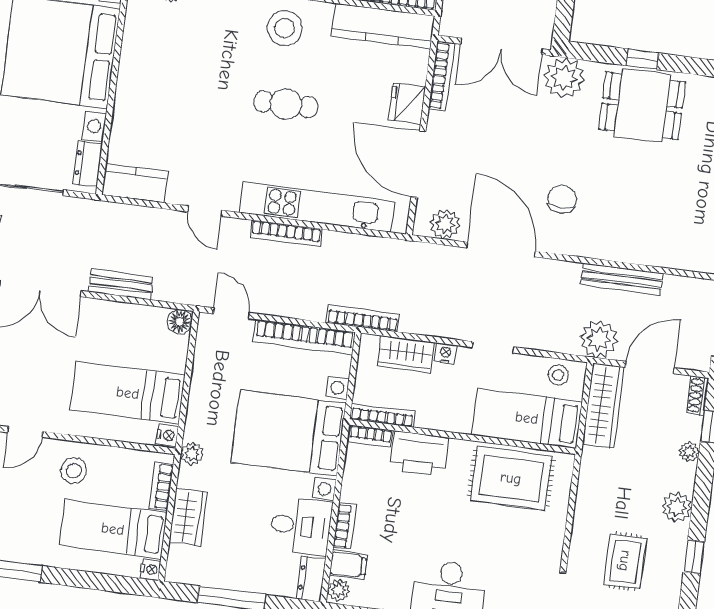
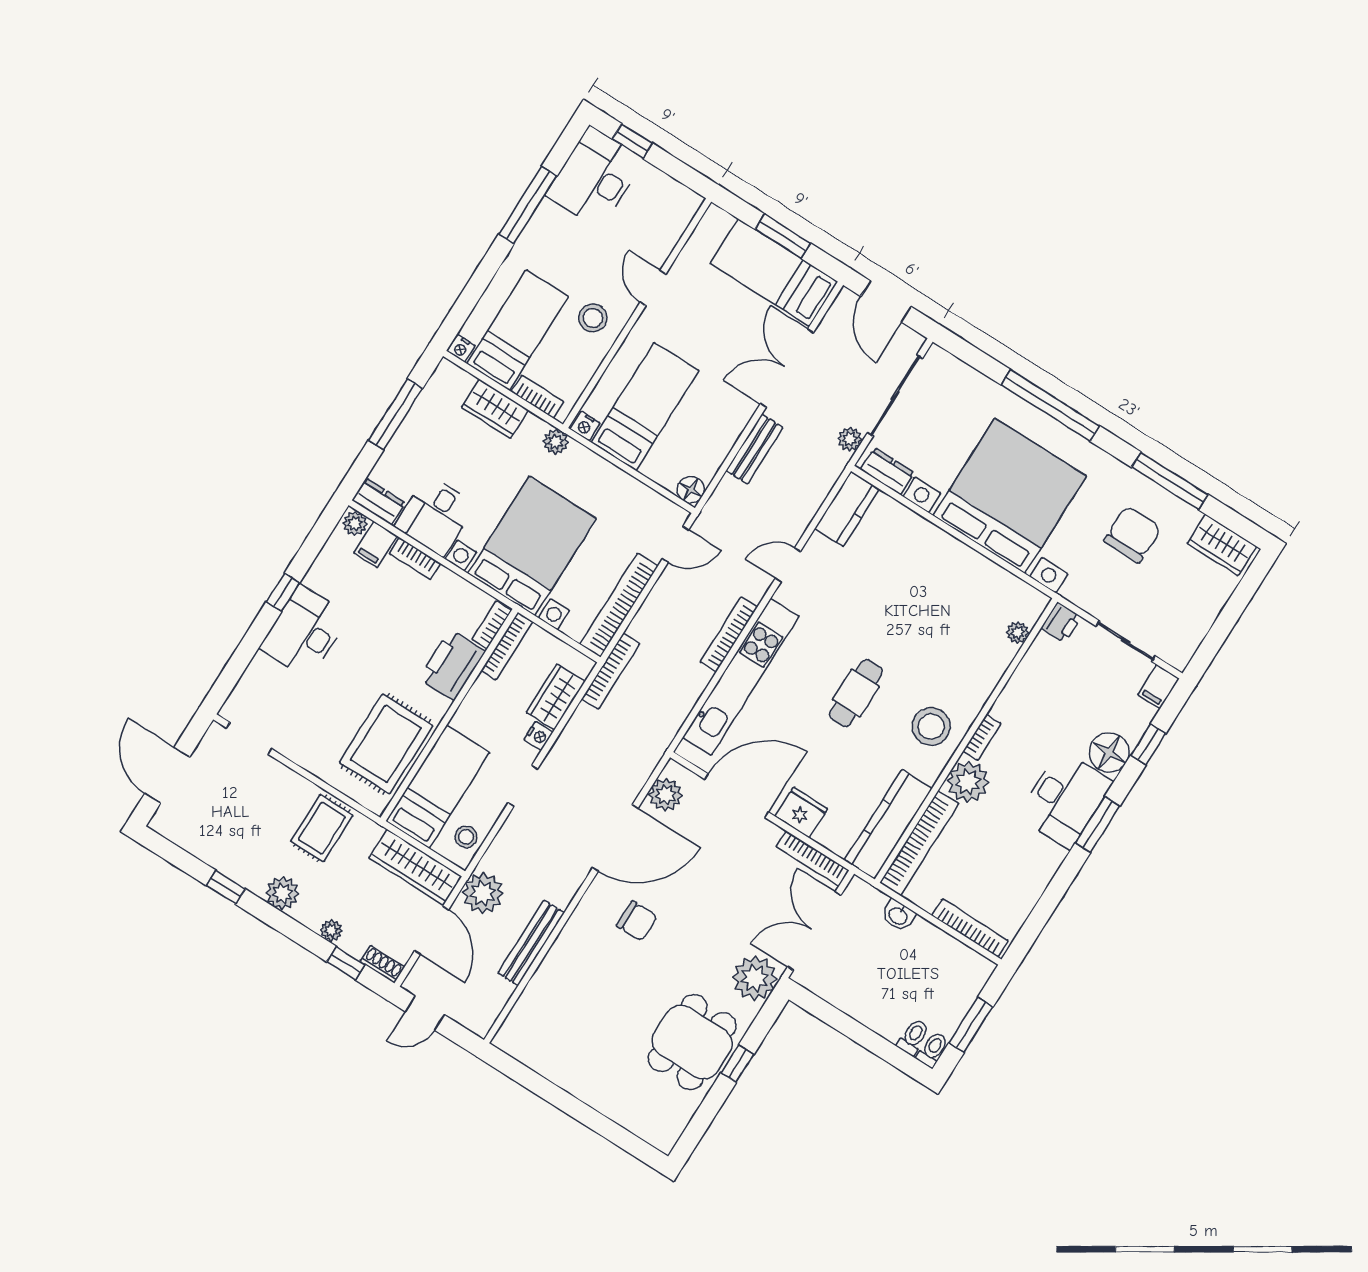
plant: (75, 208) -> (850, 439), added
rug: (625, 561) -> (322, 828), moved, turned 90

